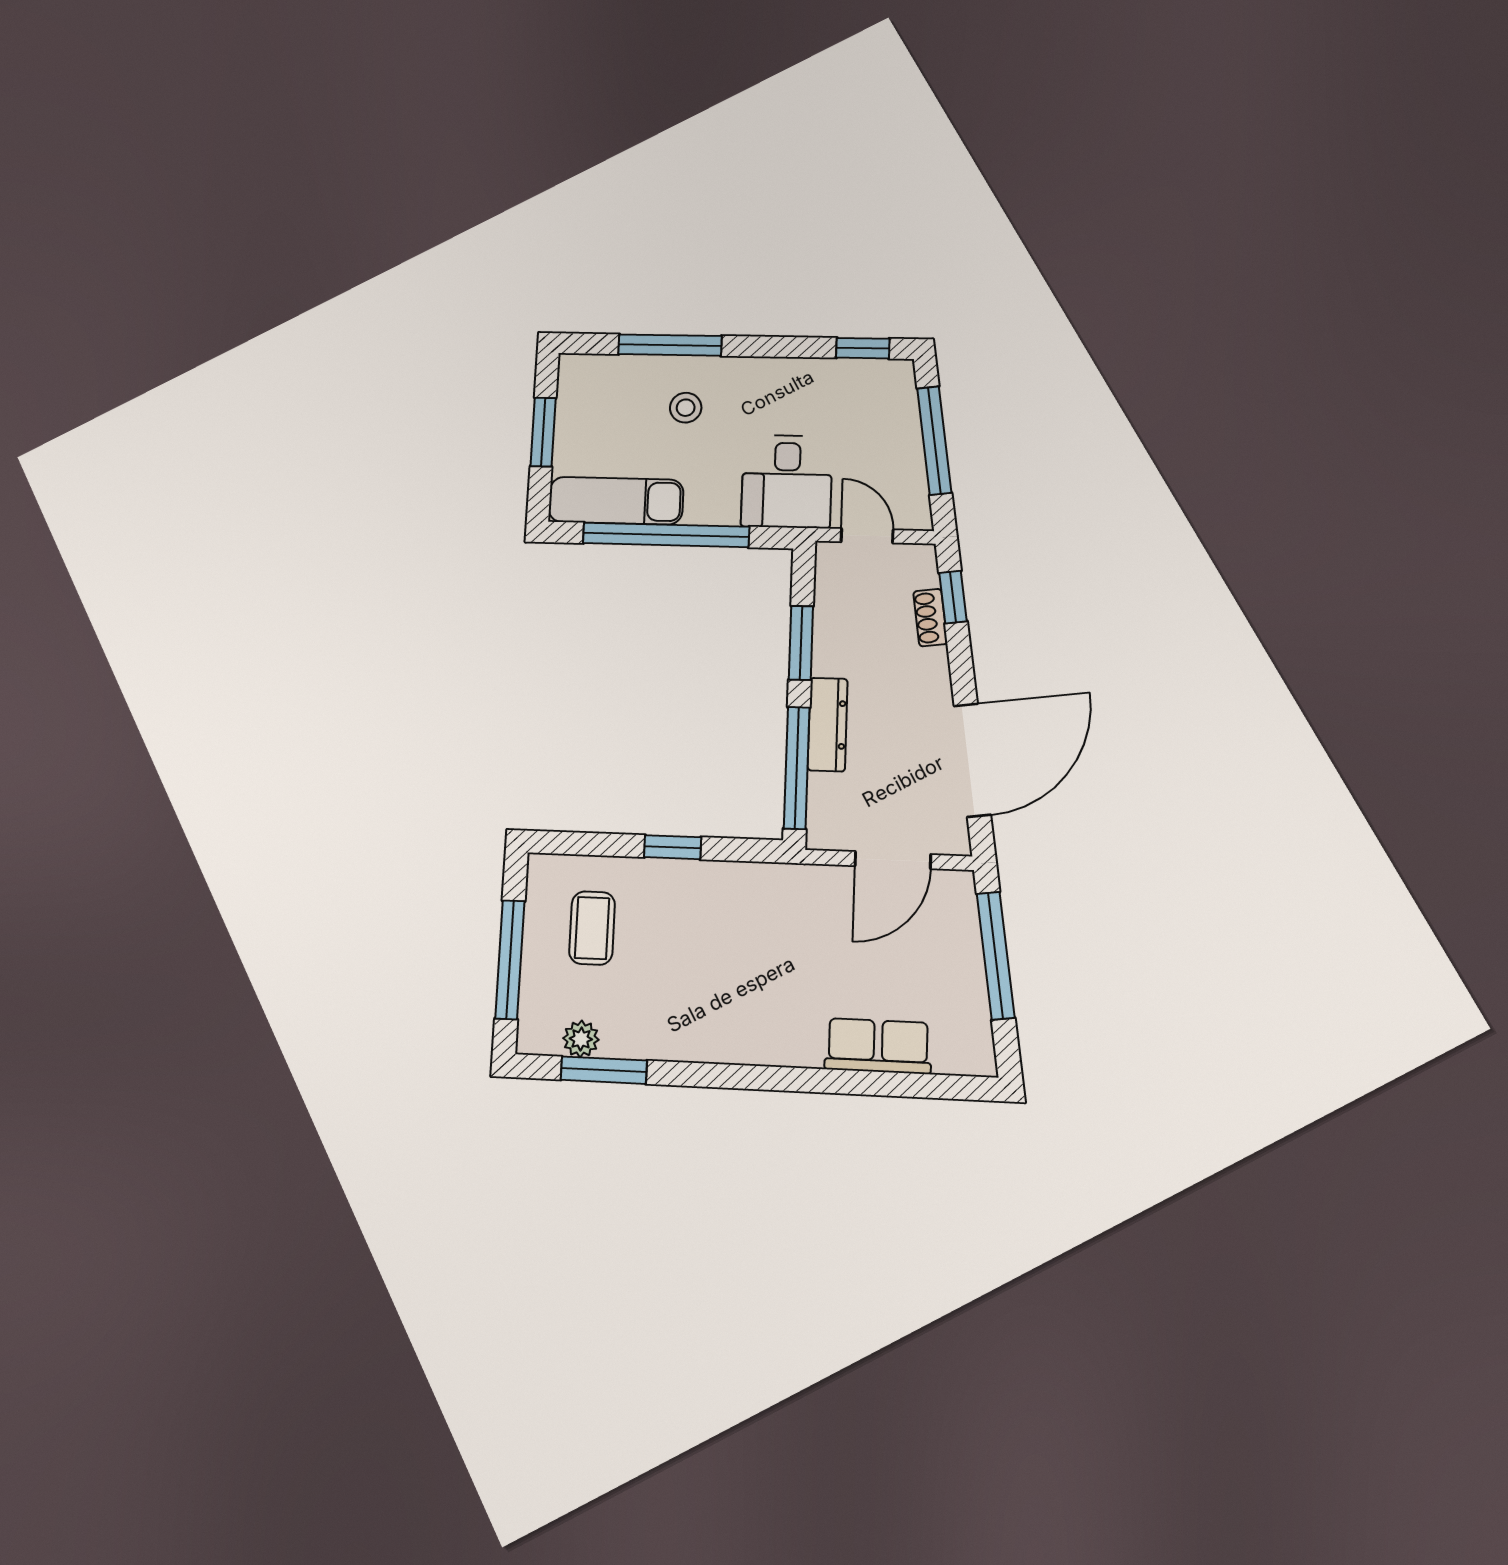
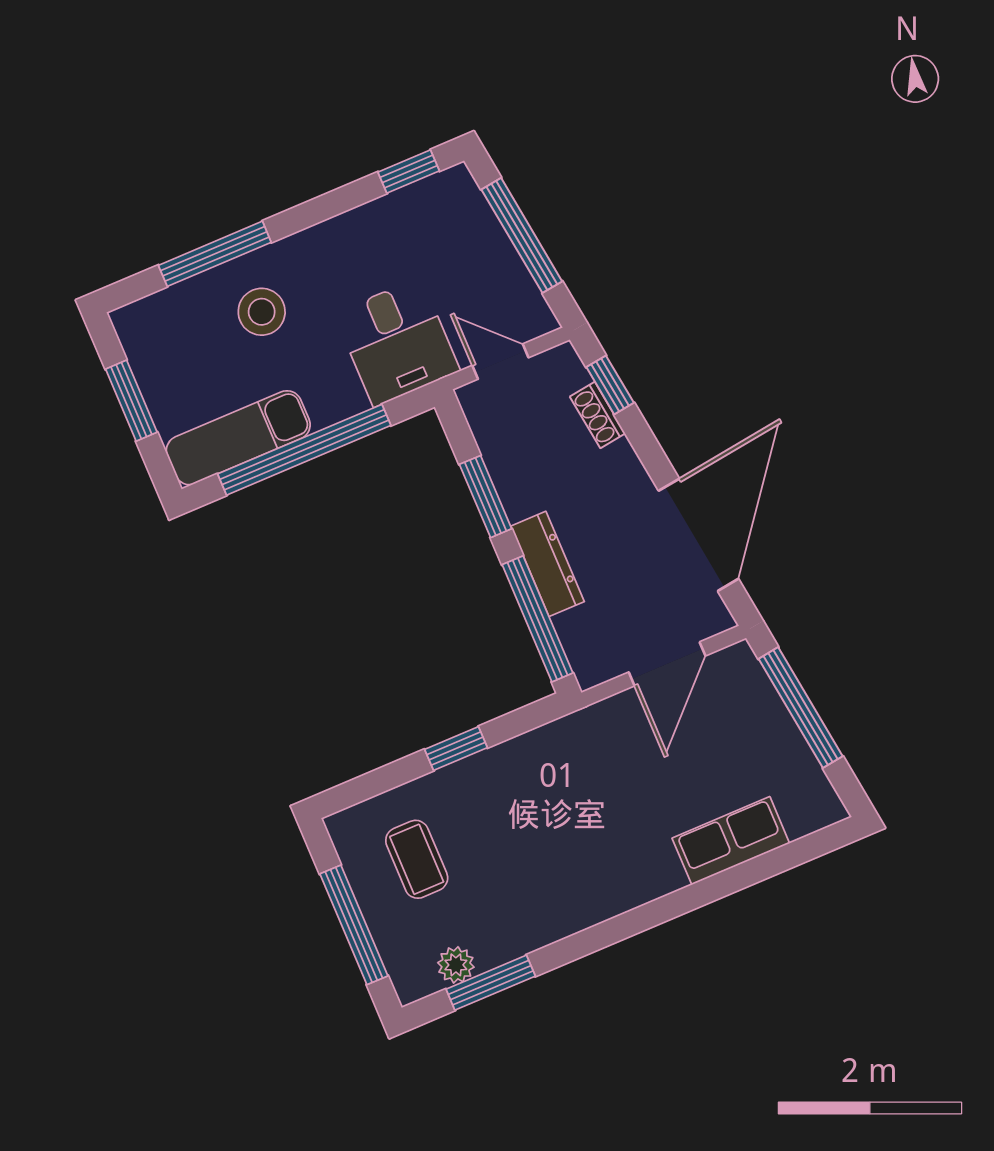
stool: (686, 408) -> (262, 312), width x1.37, depth x1.37

